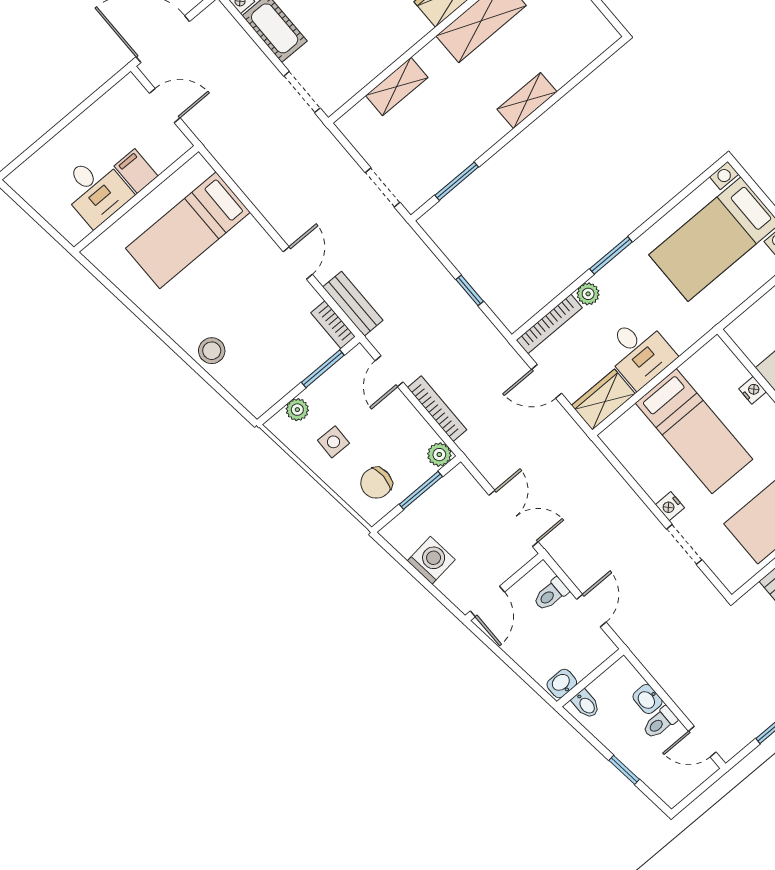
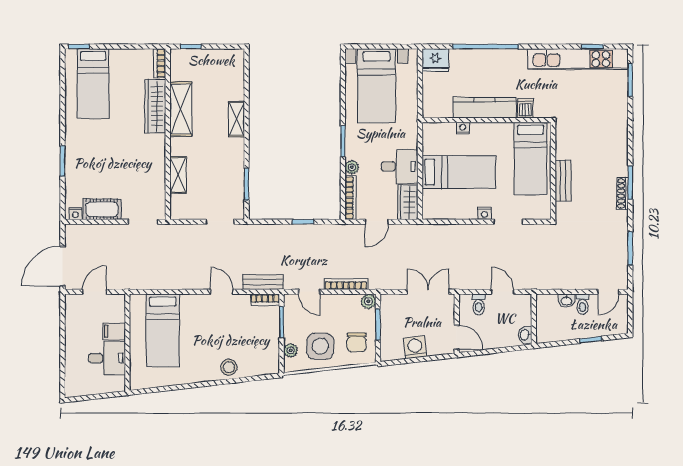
side table: (333, 442) -> (320, 346), width x1.87, depth x1.87
bidet: (586, 704) -> (544, 332), removed

